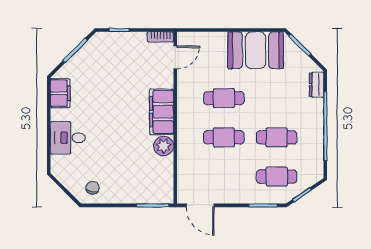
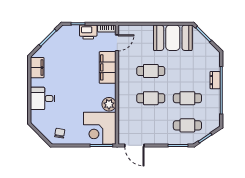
printer: (134, 42) -> (88, 32), added
dresser: (316, 85) -> (215, 80), moved
filing cabinet: (162, 112) -> (108, 67), moved
corner desk: (150, 181) -> (100, 128), added

